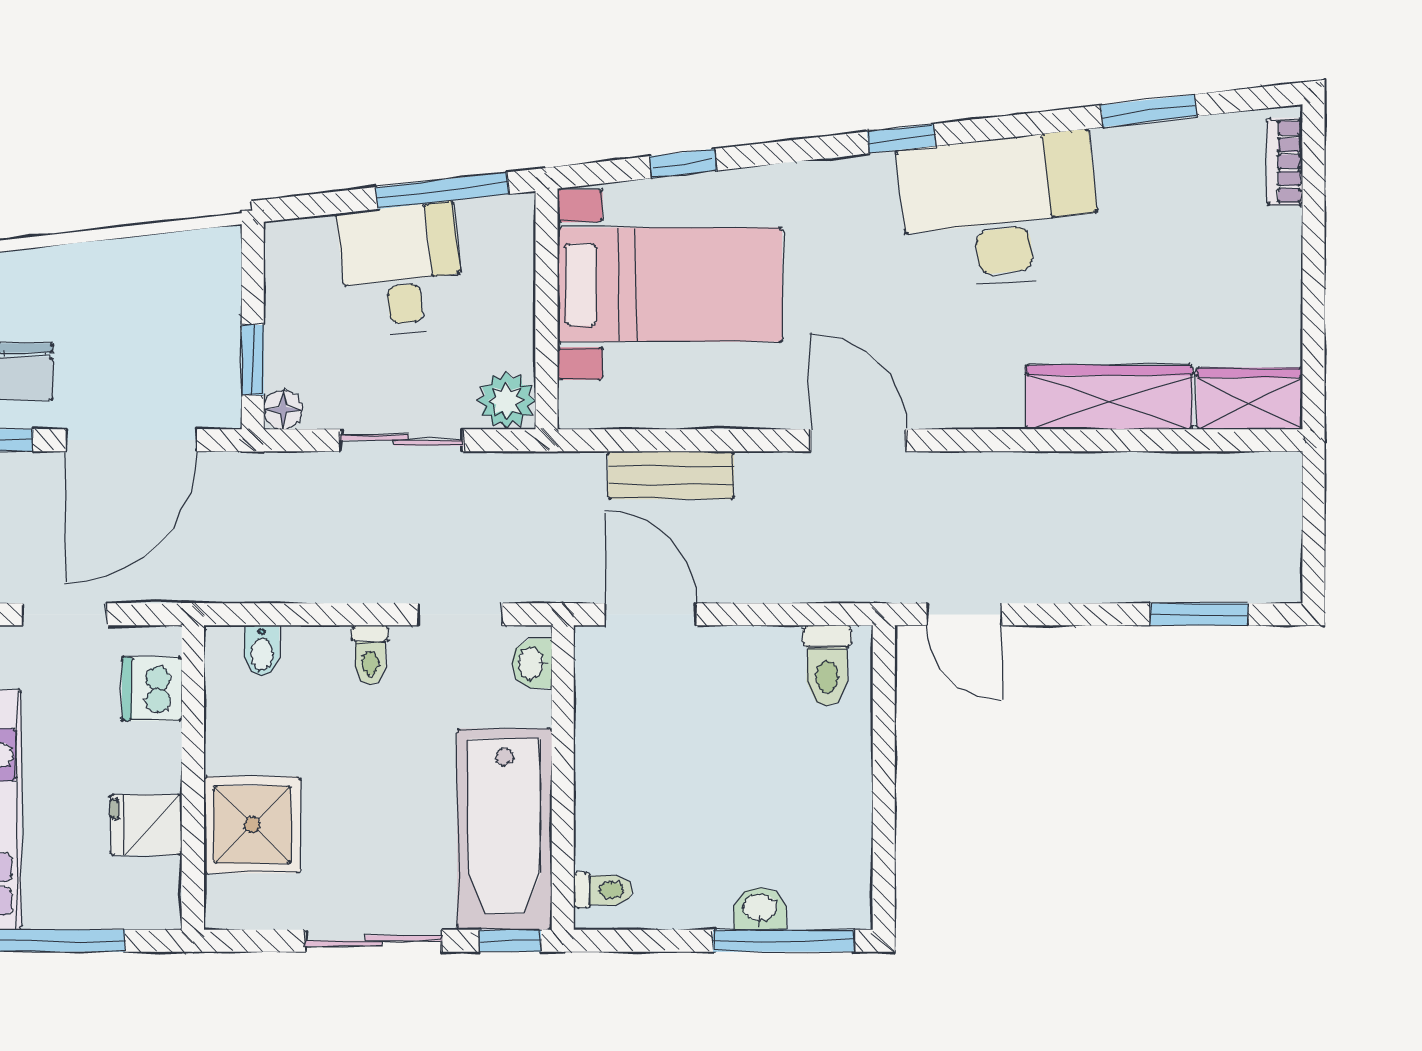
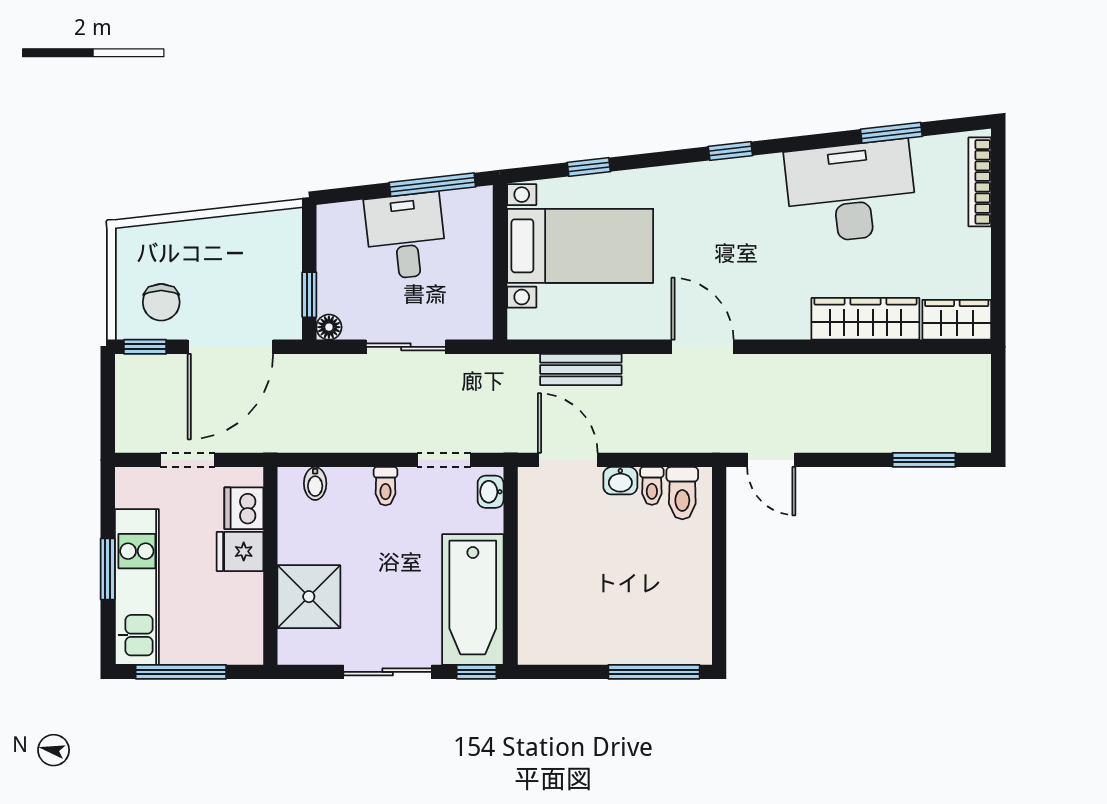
bookcase: (1285, 162) -> (980, 182), width x1.56
desk: (1000, 211) -> (851, 192), moved
plant: (507, 400) -> (474, 321), removed
fridge: (146, 825) -> (240, 551), moved
toilet: (603, 890) -> (652, 486), moved, turned 90
washbasin: (760, 909) -> (620, 481), moved, turned 180

